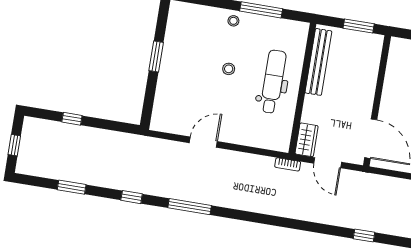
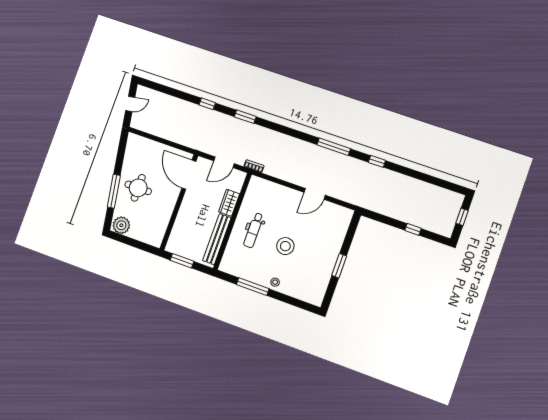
stool: (229, 69) -> (285, 246), width x1.89, depth x1.89
dental chair: (273, 82) -> (253, 230), width x0.73, depth x0.72
wardrobe: (307, 140) -> (229, 203), moved
door: (328, 163) -> (224, 162), swing flipped
window: (72, 187) -> (245, 117), moved

